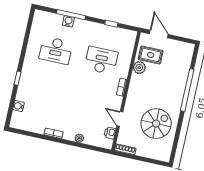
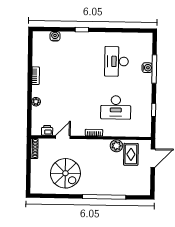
desk: (101, 60) -> (116, 107), turned 90

